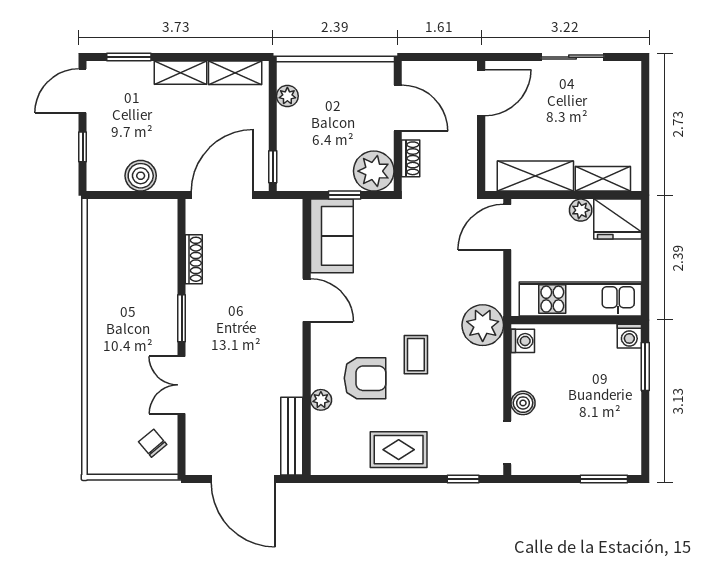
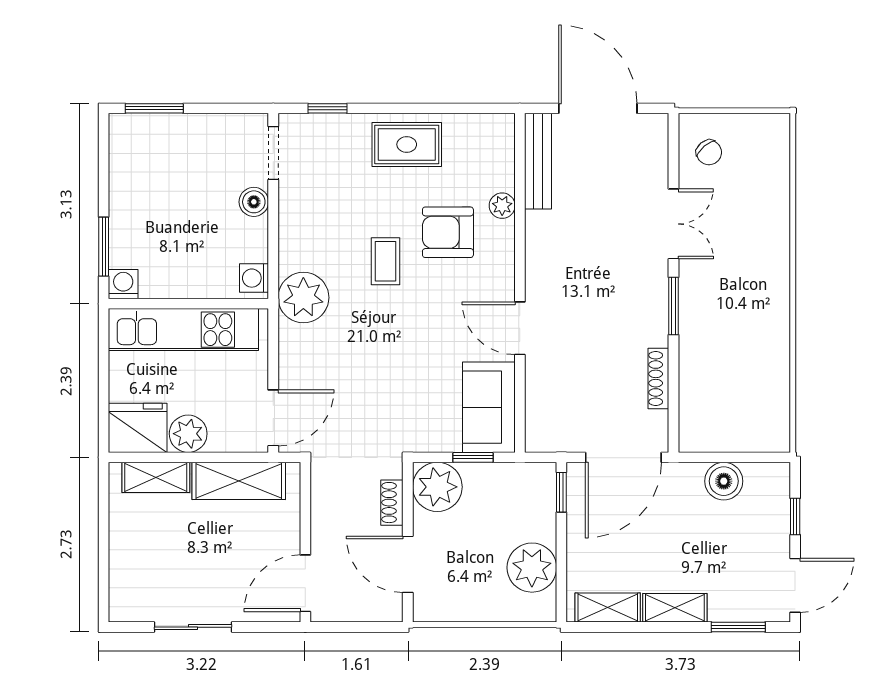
plant: (287, 96) -> (532, 568), width x1.88, depth x1.88
plant: (581, 210) -> (188, 434), width x1.38, depth x1.38

